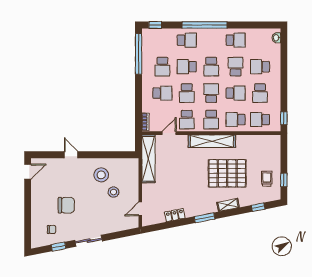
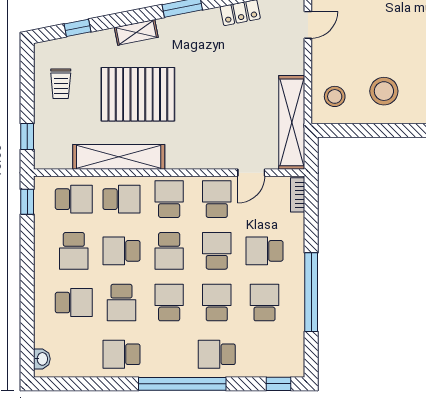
window: (139, 54) -> (311, 292), moved
school desk: (187, 67) -> (217, 303), turned -90
school desk: (260, 93) -> (74, 251), turned 180
shelving: (212, 141) -> (119, 157), moved
window: (284, 180) -> (27, 137), moved
stool: (114, 192) -> (335, 96), moved

